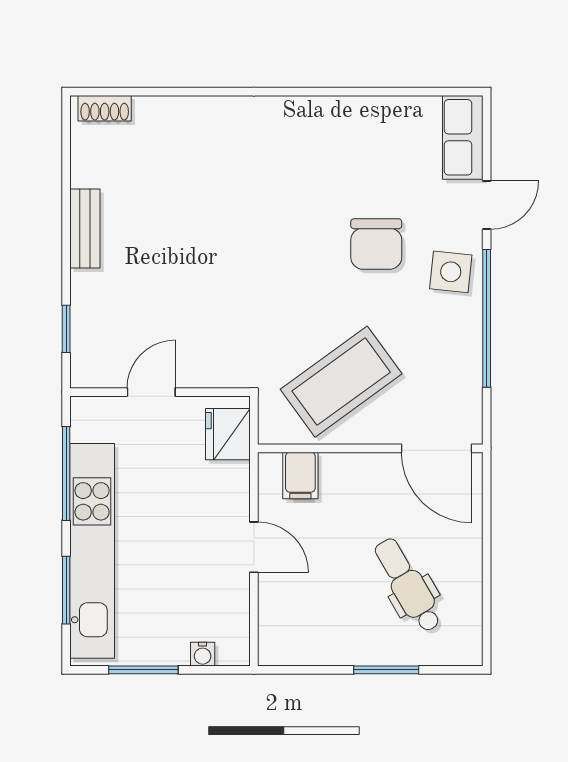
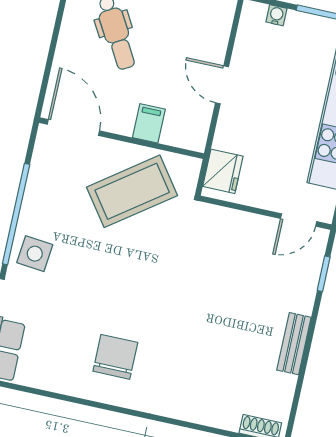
chair: (376, 244) -> (115, 357), moved
door: (151, 392) -> (299, 220), moved
filing cabinet: (300, 475) -> (149, 123), moved

